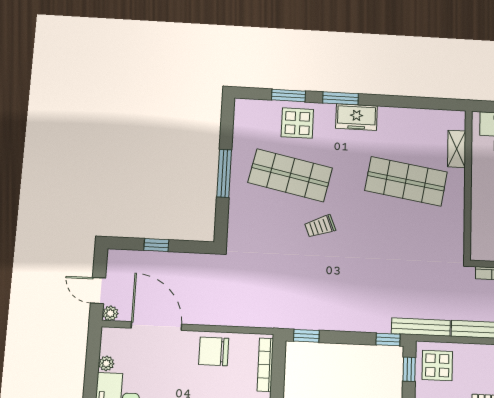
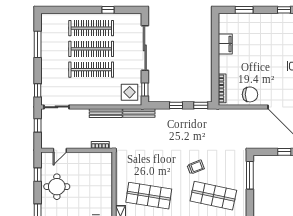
window: (224, 173) -> (250, 175), moved
window: (388, 339) -> (176, 105), moved

